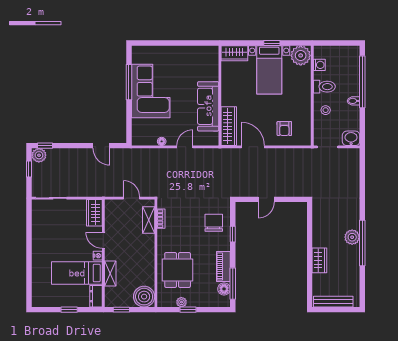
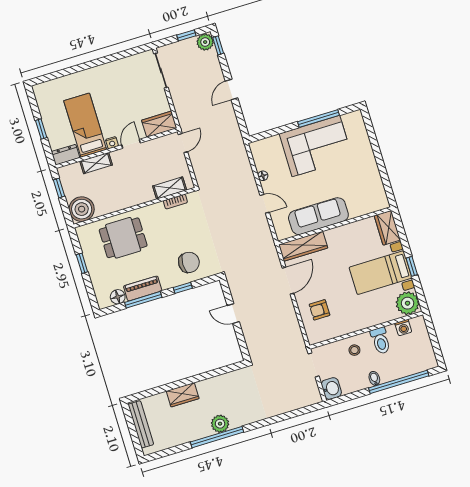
door: (101, 146) -> (232, 90), moved
door: (131, 198) -> (183, 143), moved
window: (233, 284) -> (143, 300), moved
plant: (181, 302) -> (88, 253), removed

